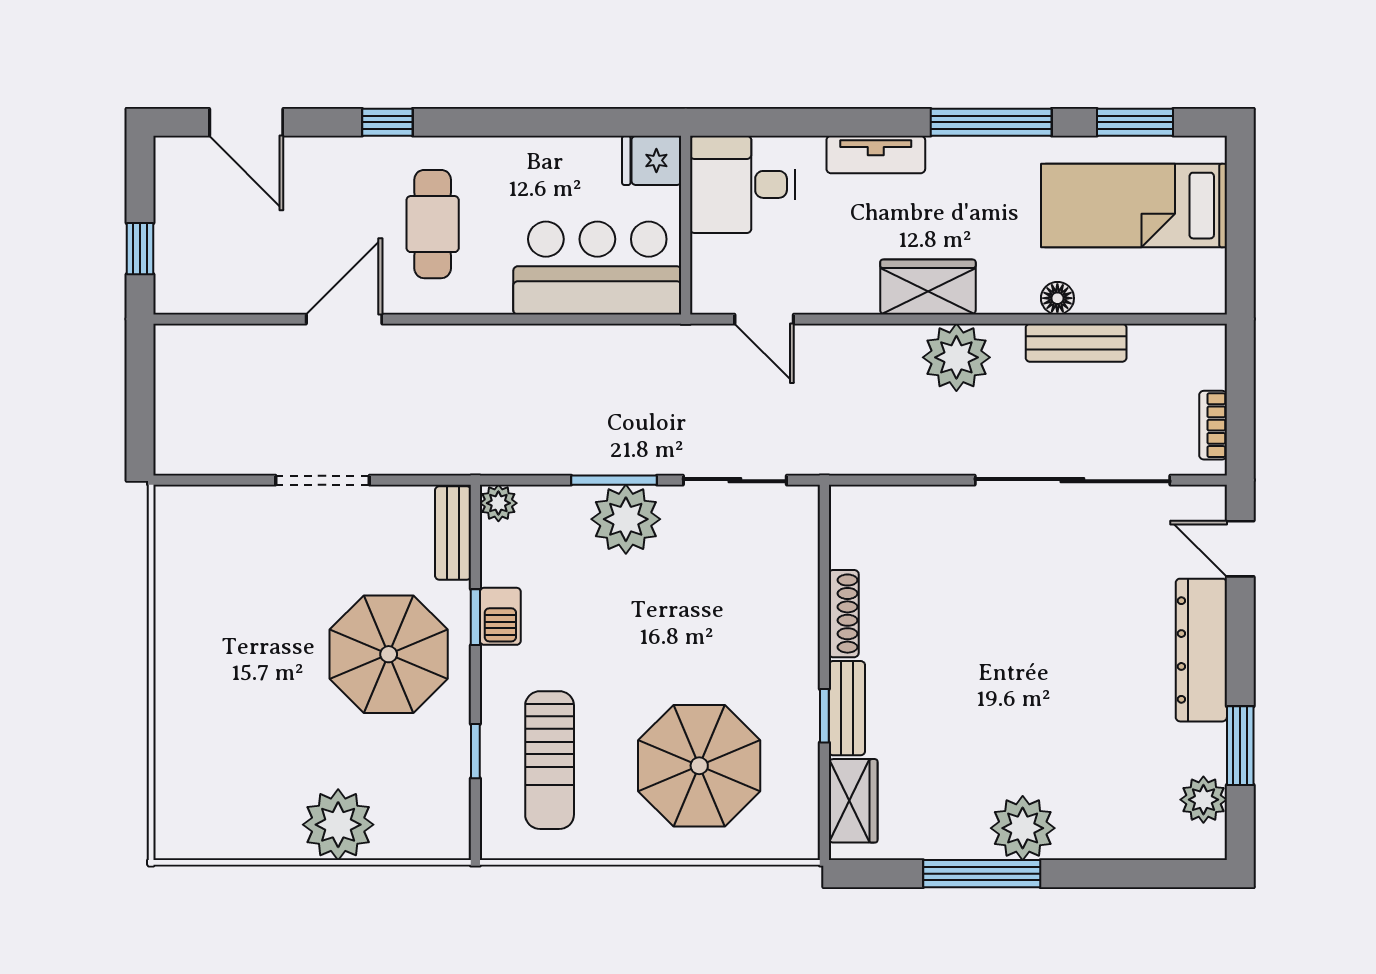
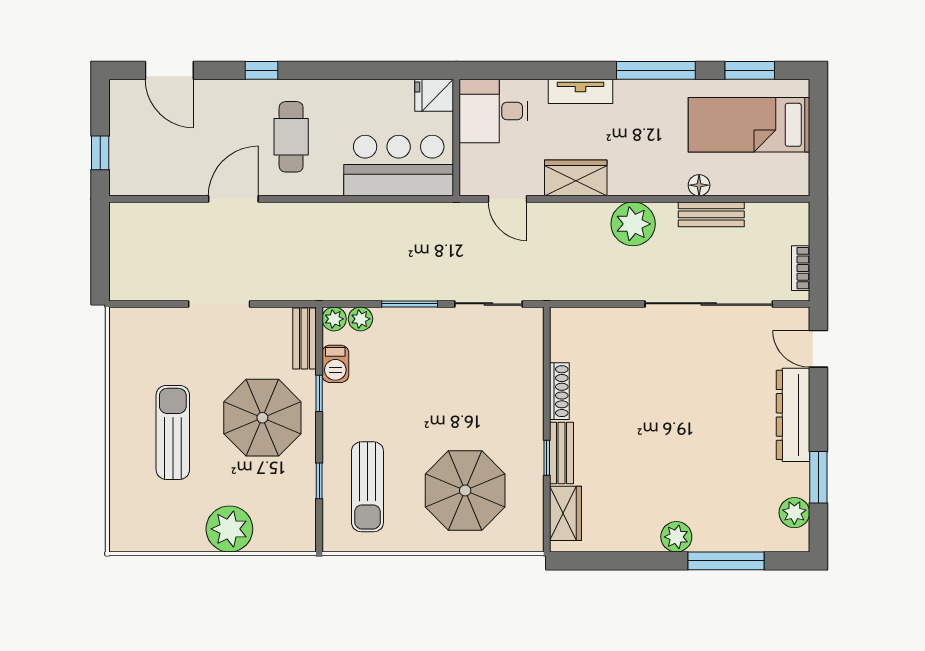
wardrobe: (928, 287) -> (576, 178), moved
plant: (626, 519) -> (360, 319), moved, width x0.53, depth x0.53
barbecue: (500, 616) -> (335, 364), moved
sun lounger: (251, 677) -> (173, 432), added
plant: (1023, 828) -> (676, 537), width x0.73, depth x0.73
window: (982, 874) -> (726, 561), moved

